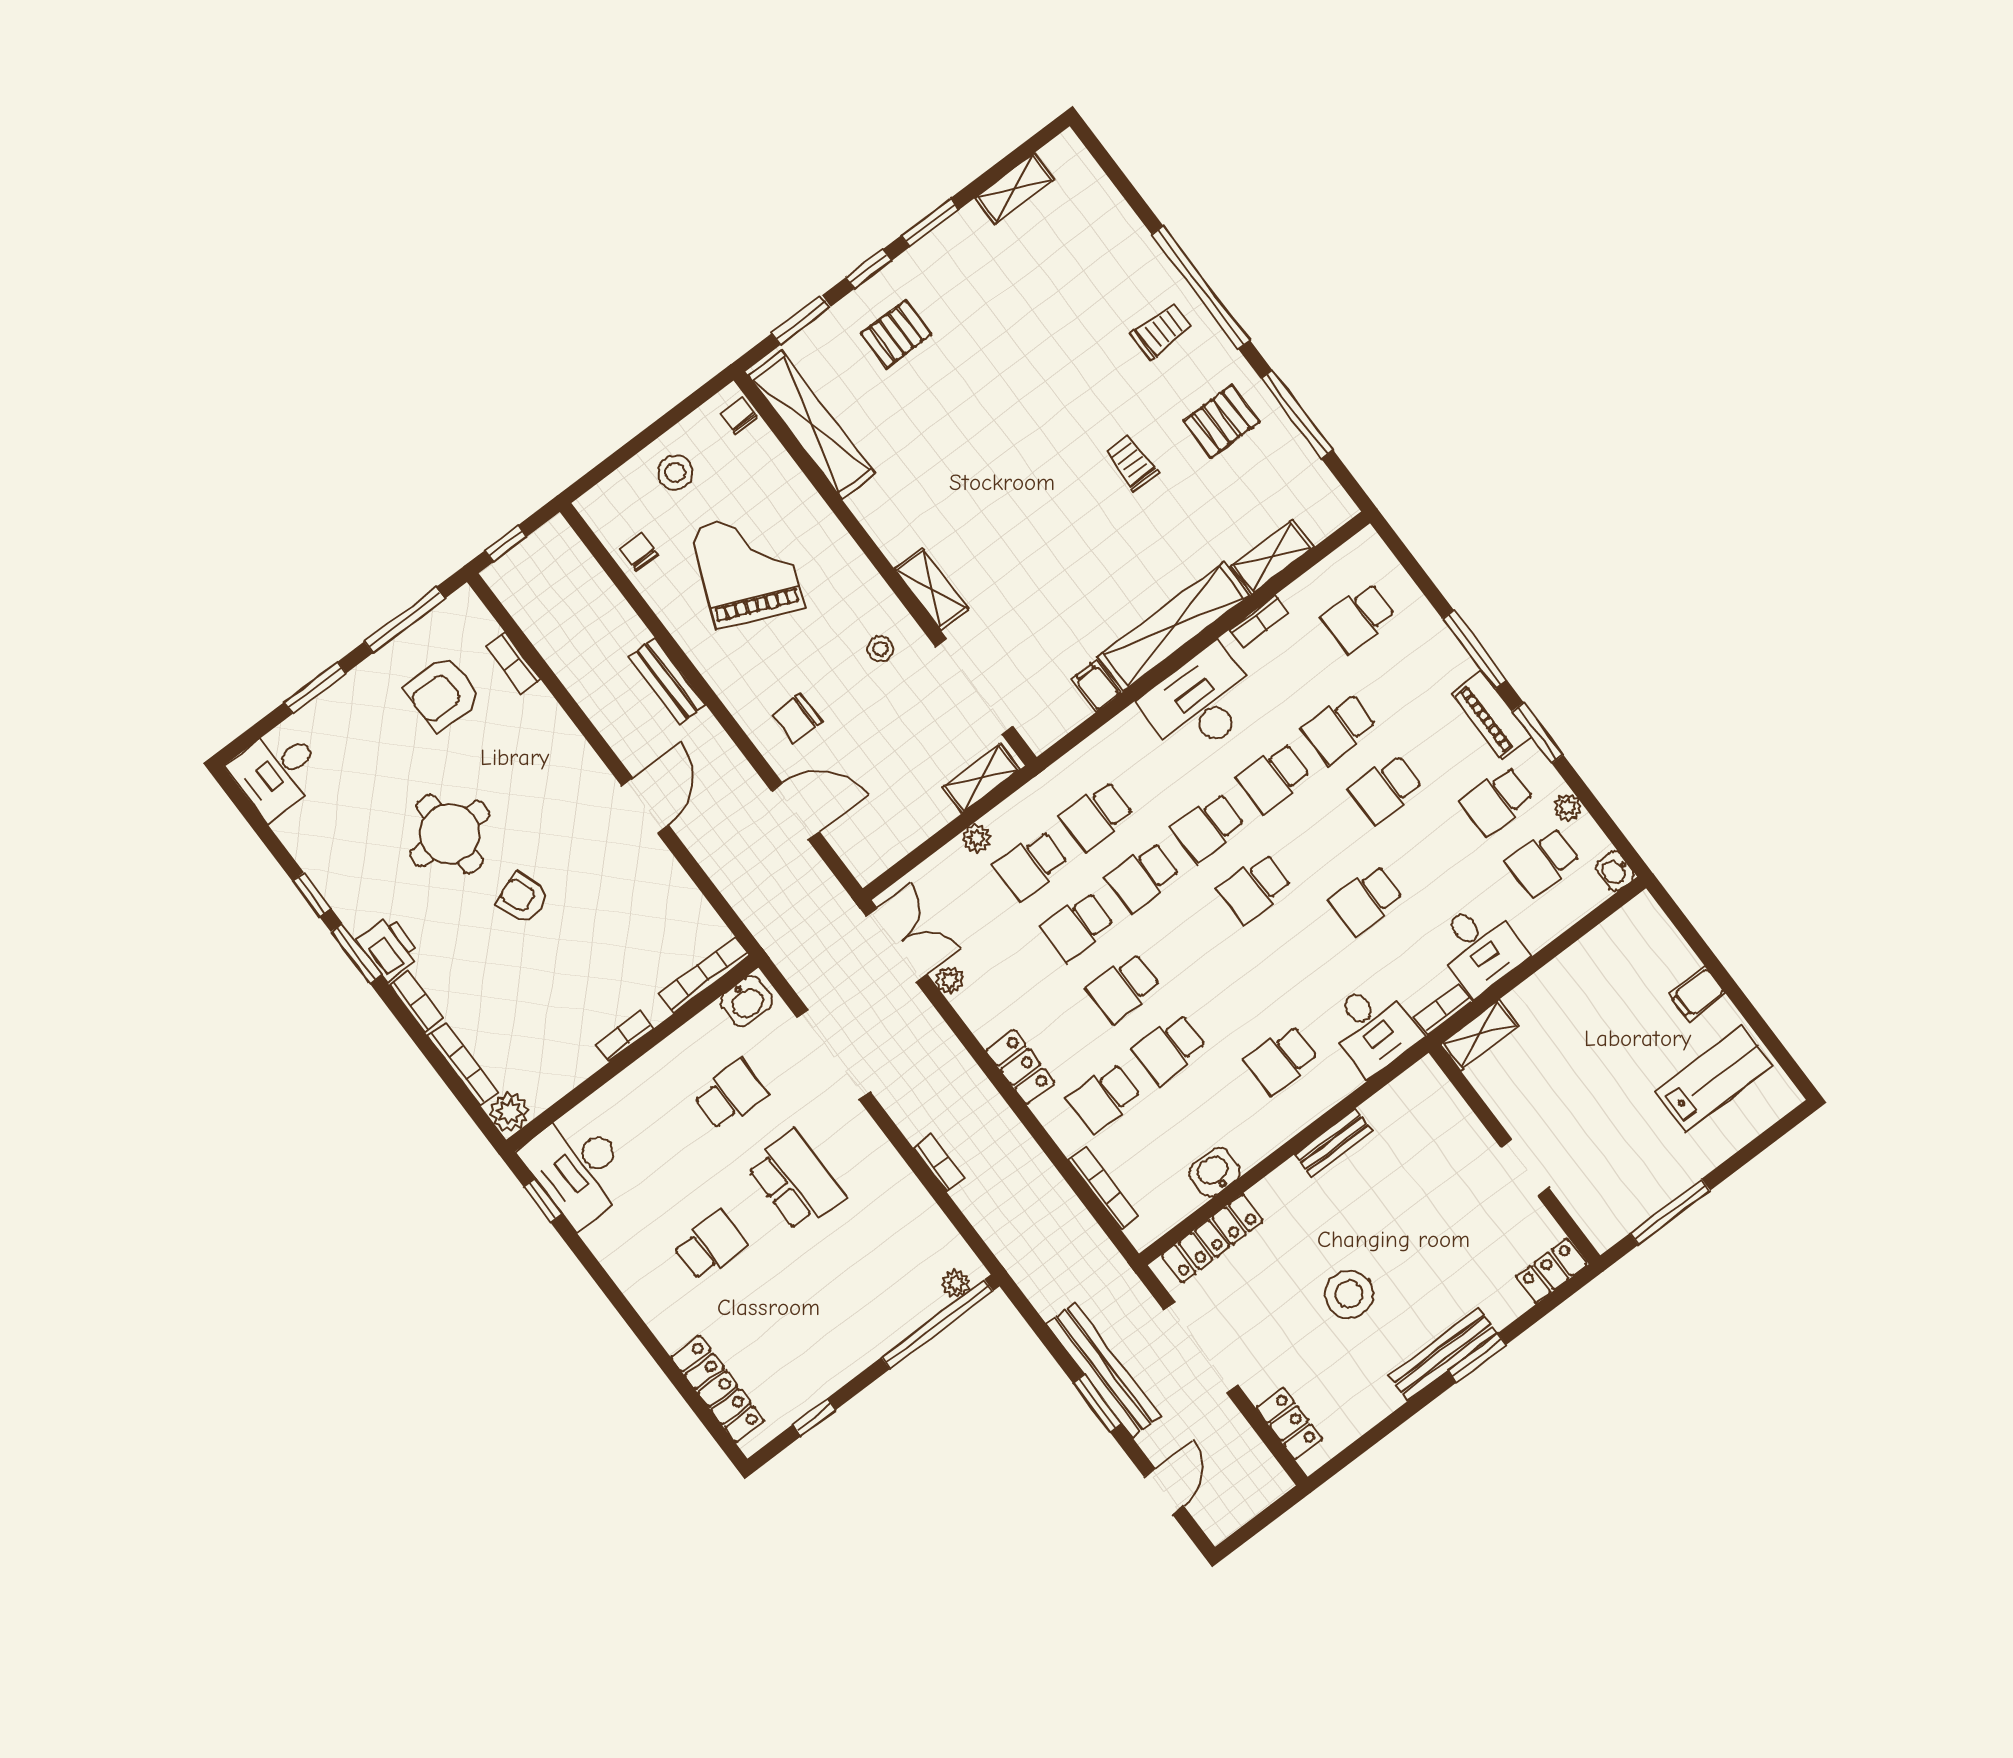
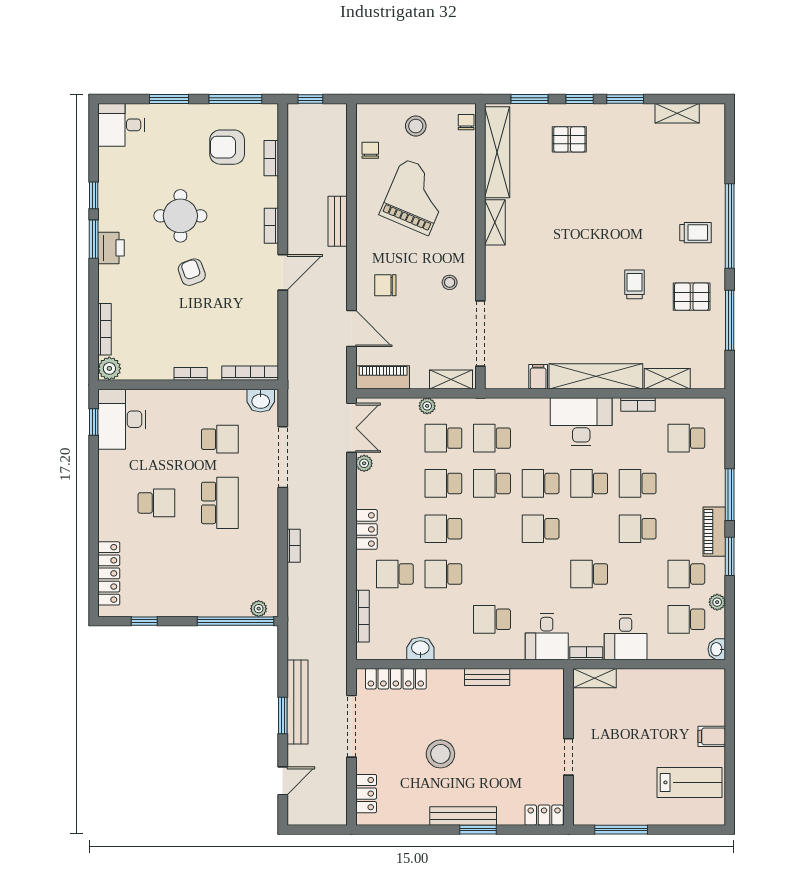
shelving: (931, 589) -> (495, 222), moved
piano: (888, 845) -> (383, 377), added
bookcase: (417, 1001) -> (271, 226), moved, turned 180

